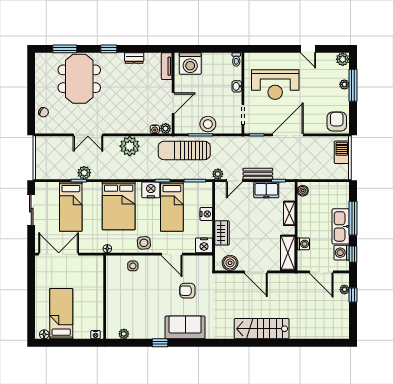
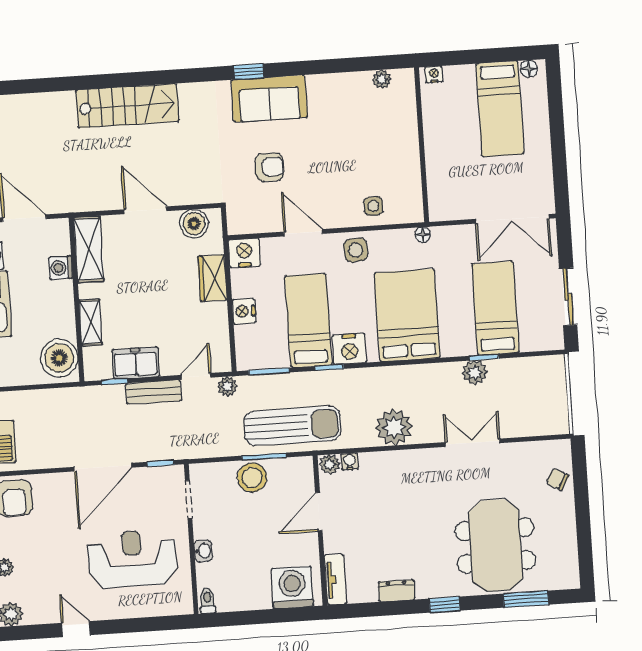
boiler: (303, 191) -> (59, 358), width x1.86, depth x1.86
window: (160, 343) -> (249, 72), moved

